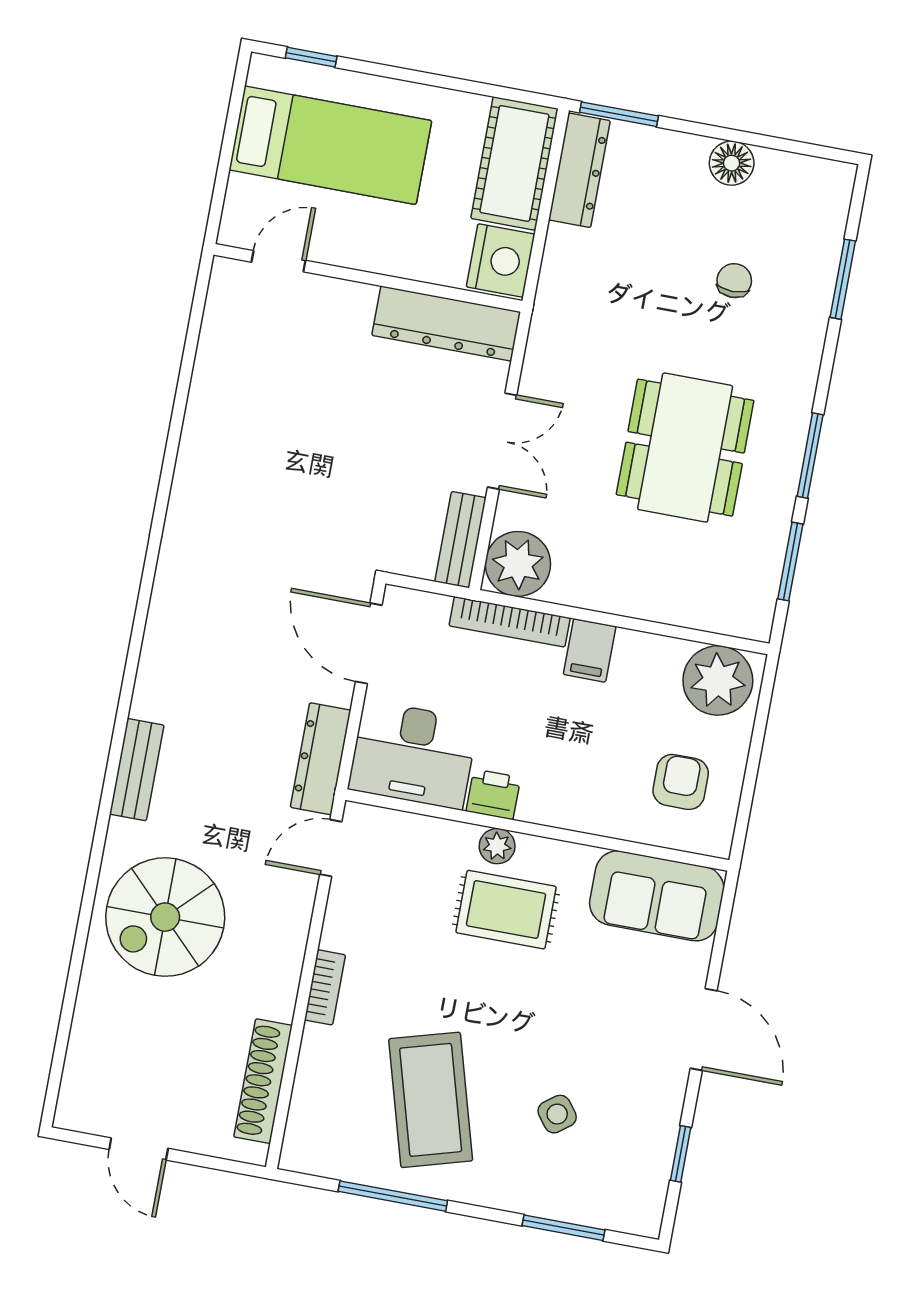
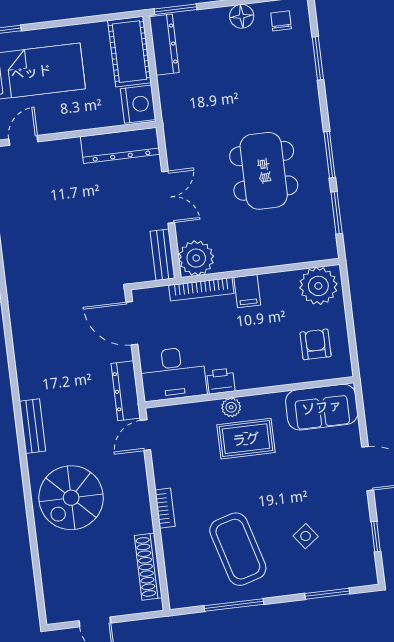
chair: (734, 281) -> (281, 21), moved

